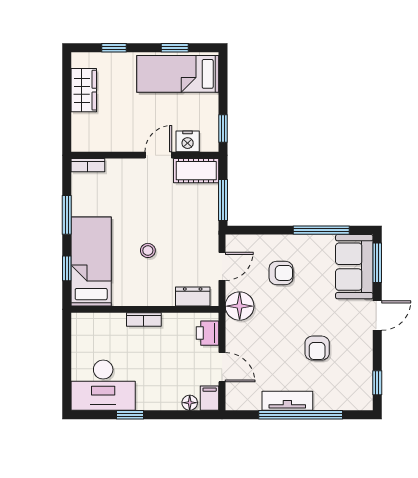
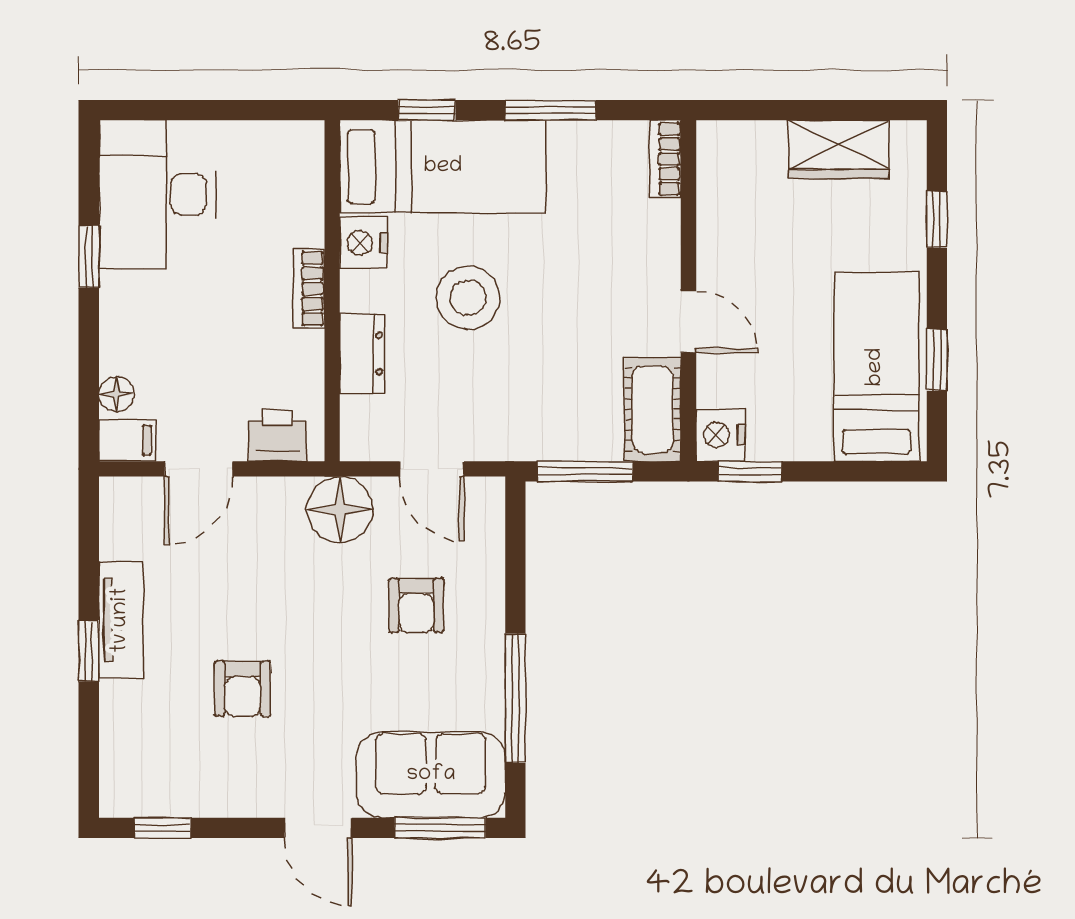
nightstand: (188, 141) -> (720, 435), moved
stool: (148, 250) -> (468, 298), width x1.89, depth x1.89
nightstand: (124, 296) -> (363, 243), added
dresser: (193, 296) -> (362, 354), moved
armchair: (317, 348) -> (243, 689), turned -90
window: (301, 415) -> (89, 651), width x0.32

